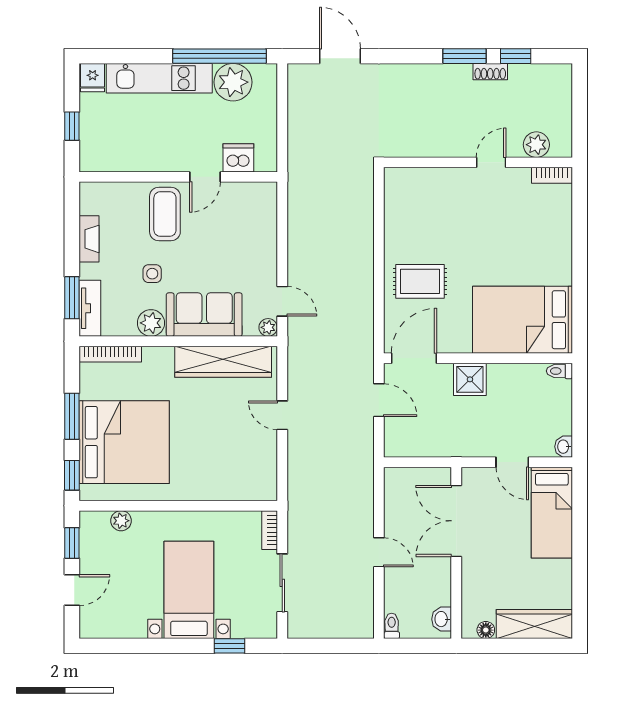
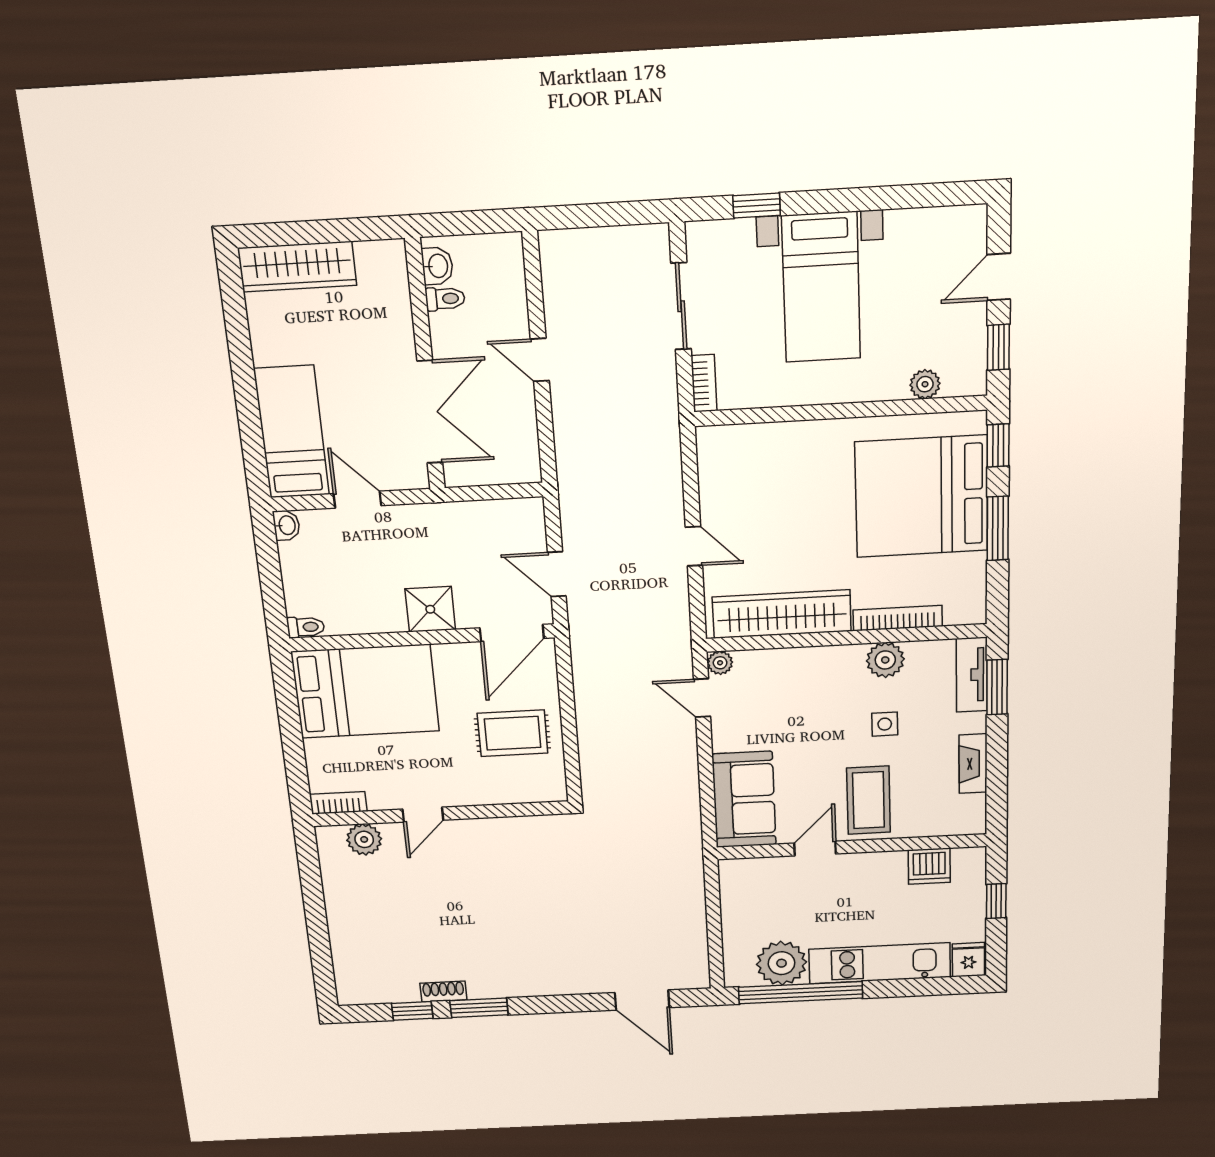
plant: (536, 145) -> (364, 839), moved
dishwasher: (238, 158) -> (929, 866), moved
wall: (478, 162) -> (441, 814), moved
door: (491, 162) -> (423, 815), moved
bookcase: (552, 175) -> (338, 803), moved
sofa: (204, 315) -> (744, 800), moved, turned -90
bookcase: (110, 354) -> (898, 618), moved
toilet: (392, 626) -> (445, 299), moved, turned -90
floor lamp: (486, 630) -> (369, 253), removed

